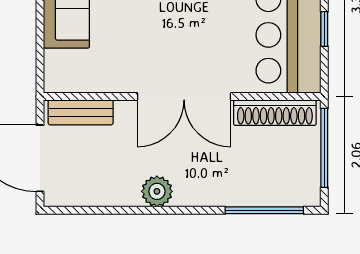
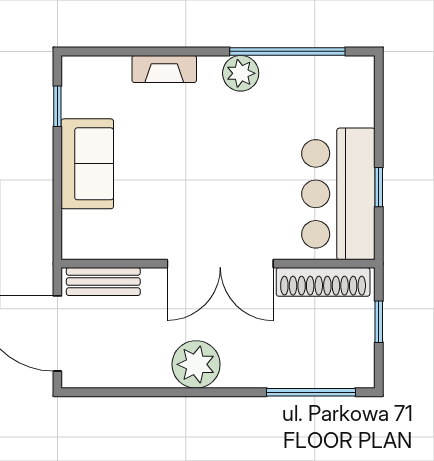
window: (324, 148) -> (379, 322), width x0.46
plant: (157, 191) -> (196, 364), width x1.36, depth x1.36

